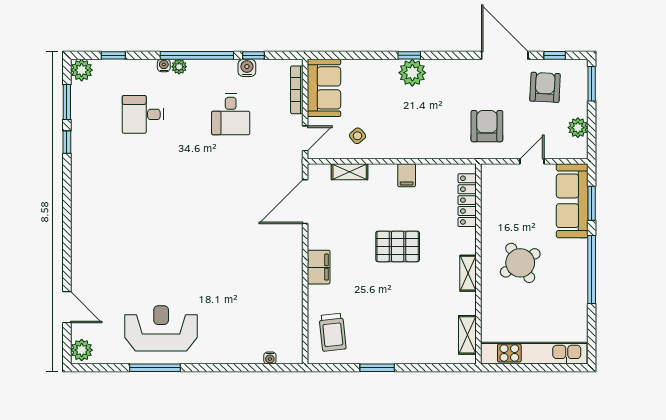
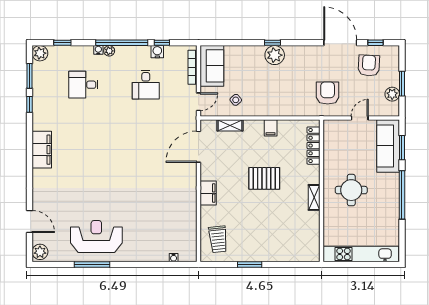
window: (592, 84) -> (402, 84), moved
filing cabinet: (84, 206) -> (42, 150), added
round table: (520, 263) -> (351, 190), turned 32
shelving: (467, 335) -> (314, 241), removed

